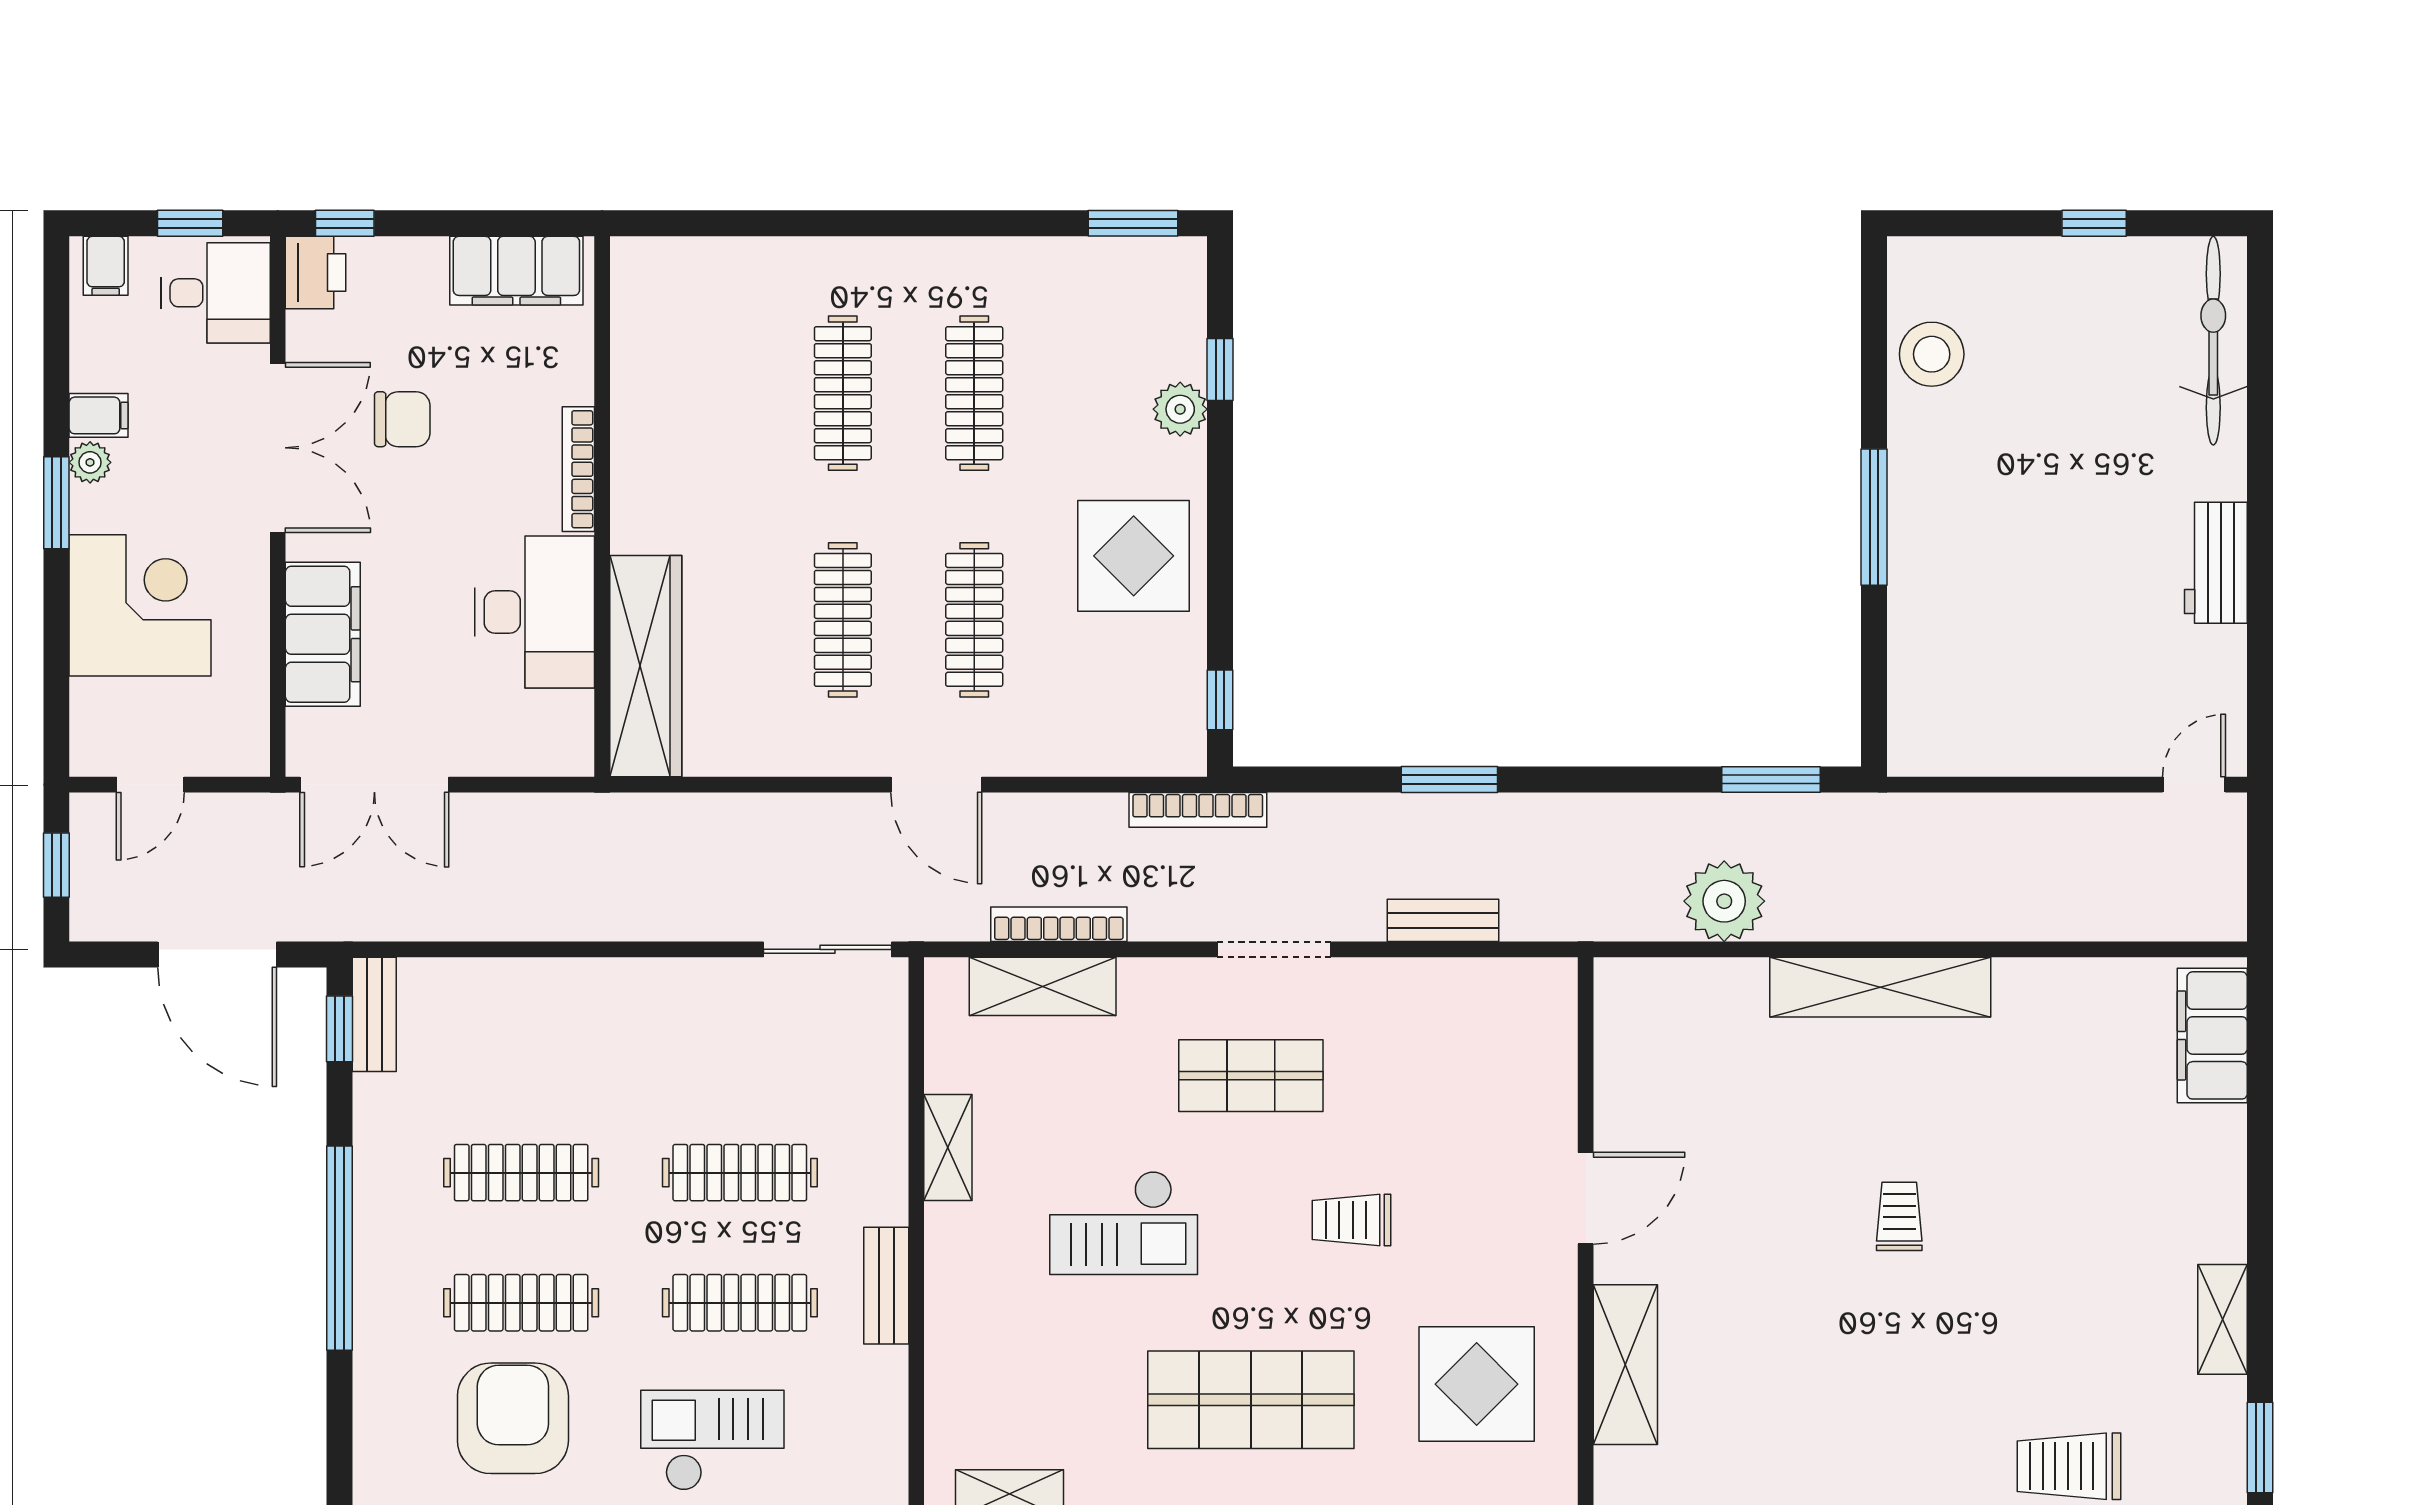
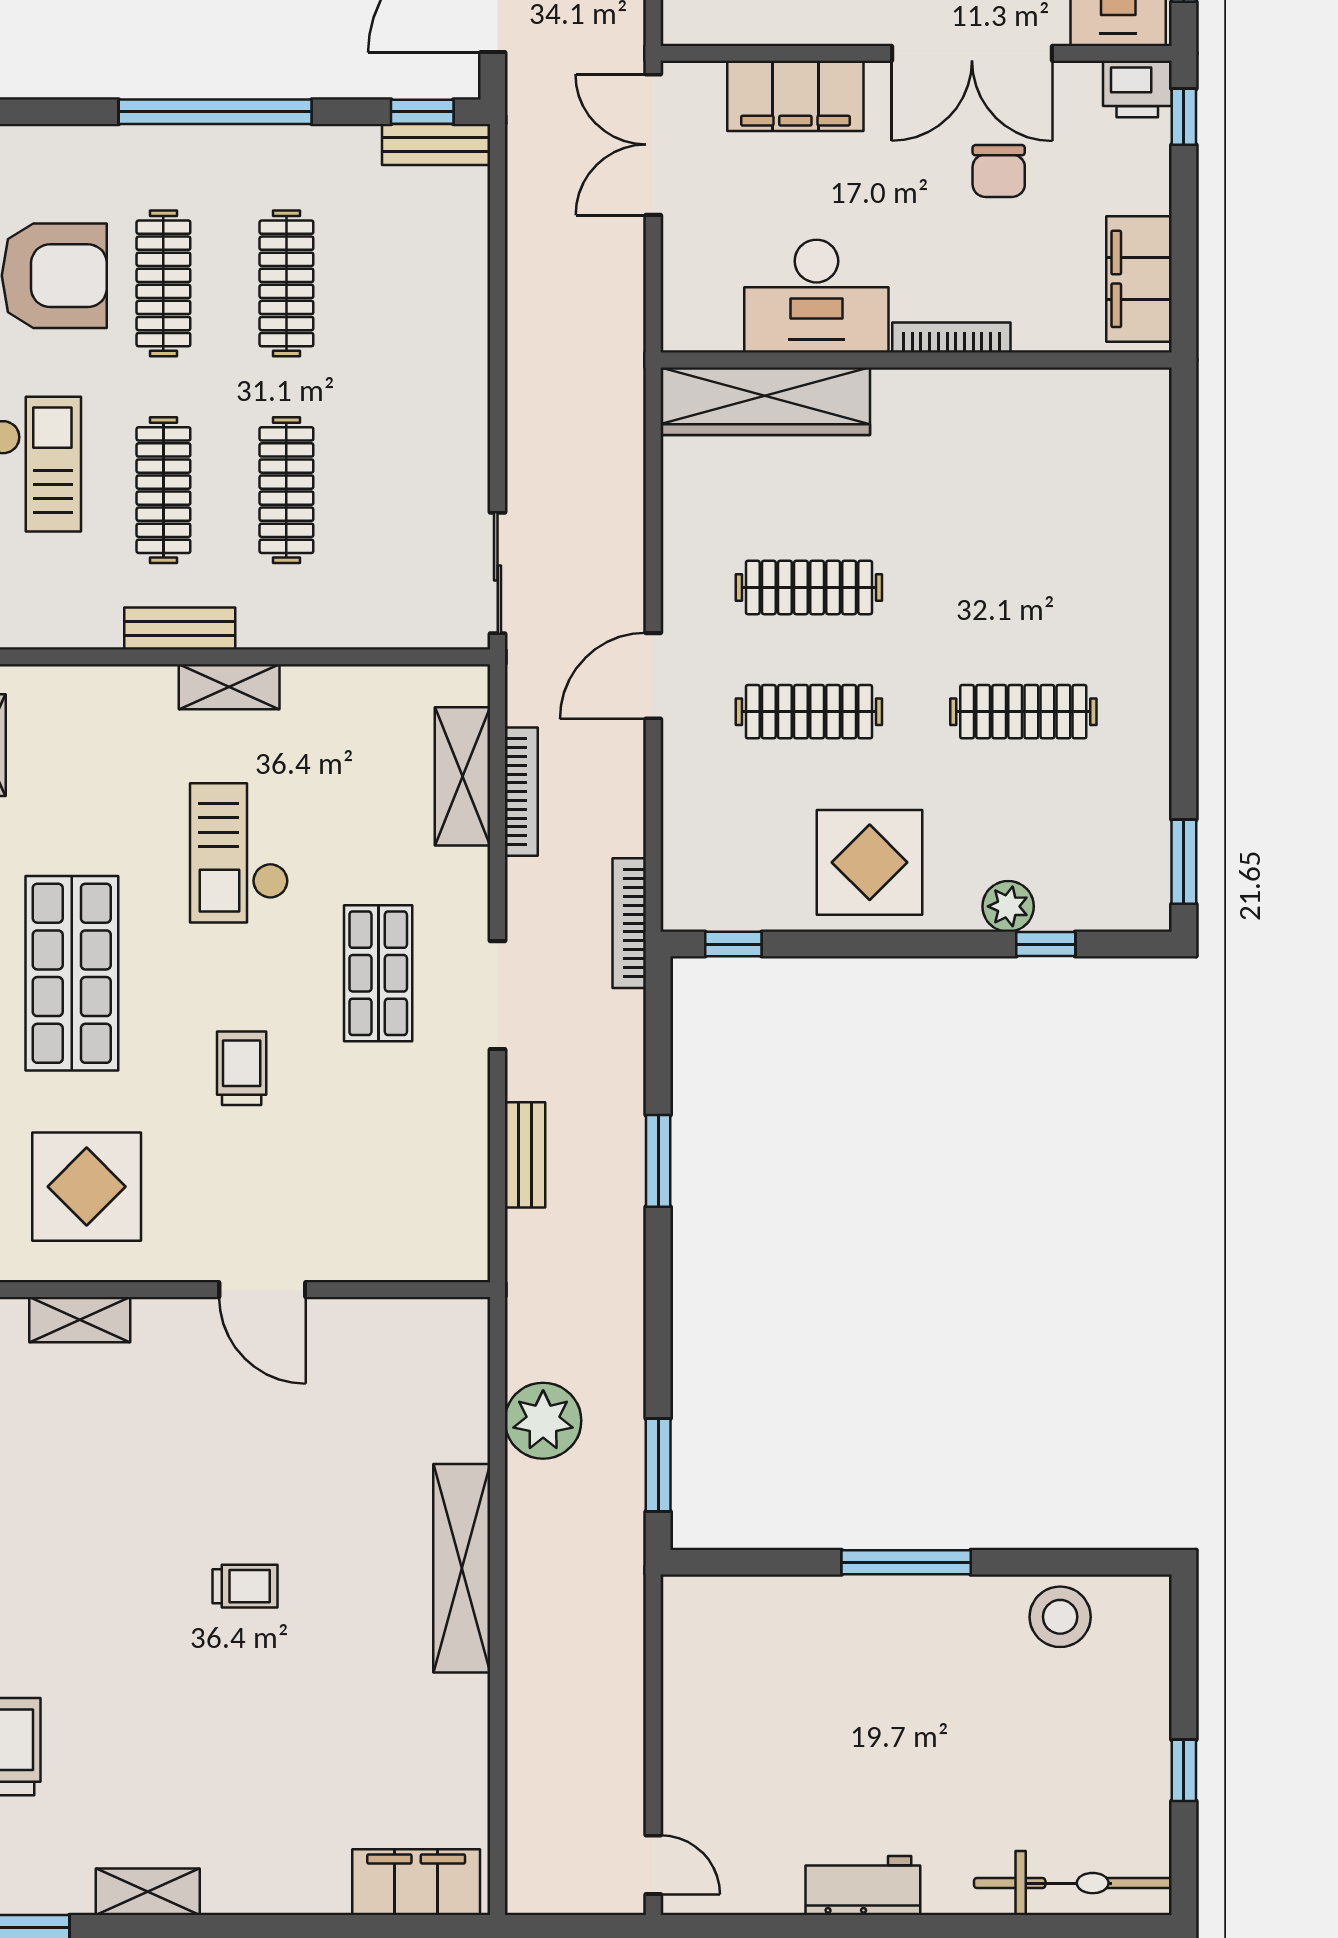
clothes rail: (843, 393) -> (1023, 587), removed
shelving: (948, 1147) -> (229, 687), moved
shelving: (1625, 1365) -> (80, 1320), width x0.67, depth x0.75

